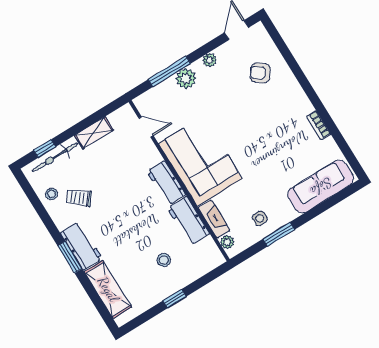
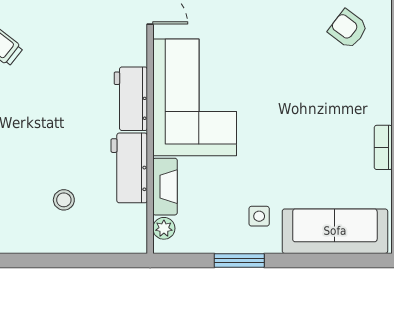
side table: (260, 218) -> (259, 216), moved
window: (175, 299) -> (46, 261), removed

